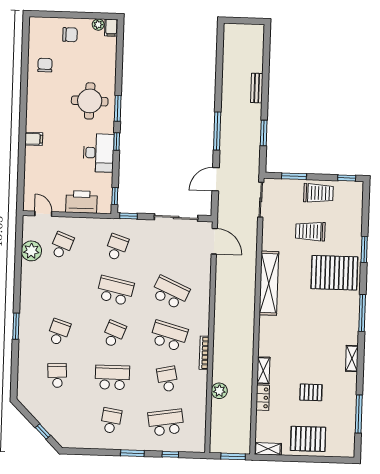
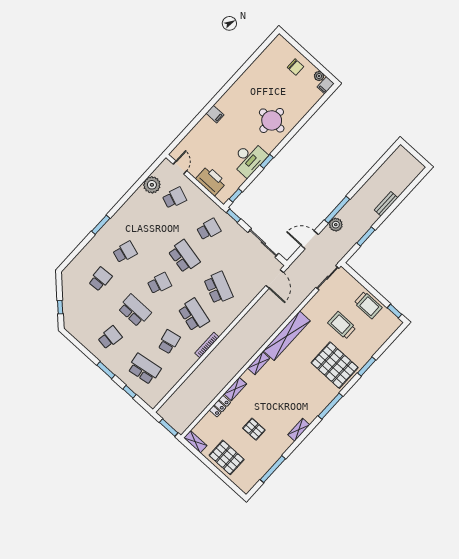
chair: (45, 65) -> (263, 73), removed
window: (118, 108) -> (286, 141), removed
window: (294, 176) -> (362, 281), removed
shelving: (265, 329) -> (259, 363), added
plant: (219, 391) -> (336, 225), moved

